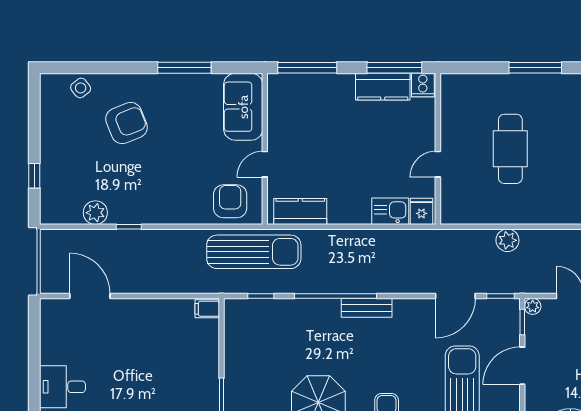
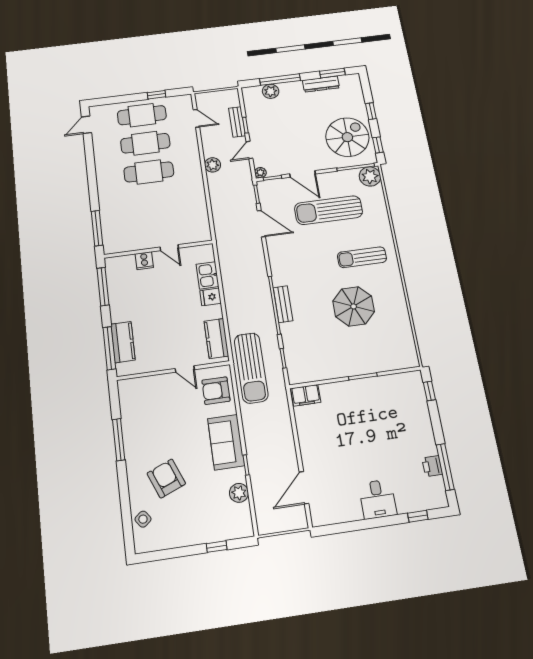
window: (535, 68) -> (97, 228), moved
cooker: (423, 85) -> (144, 261), moved, turned 90
kitchen counter: (383, 87) -> (123, 342), moved
sofa: (243, 107) -> (226, 442), moved, turned 90
cafe table: (510, 149) -> (149, 172), moved
fridge: (421, 211) -> (211, 297), moved
plant: (507, 240) -> (213, 165), moved
sun lounger: (254, 252) -> (251, 368), turned 180
bench: (367, 308) -> (283, 304), moved
filing cabinet: (207, 309) -> (306, 395), width x2.00

